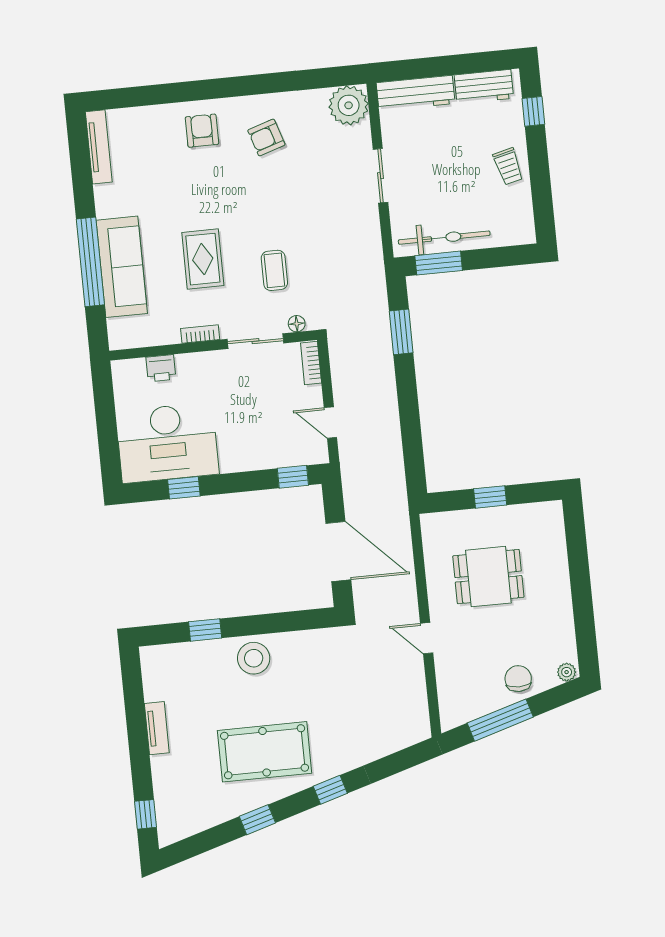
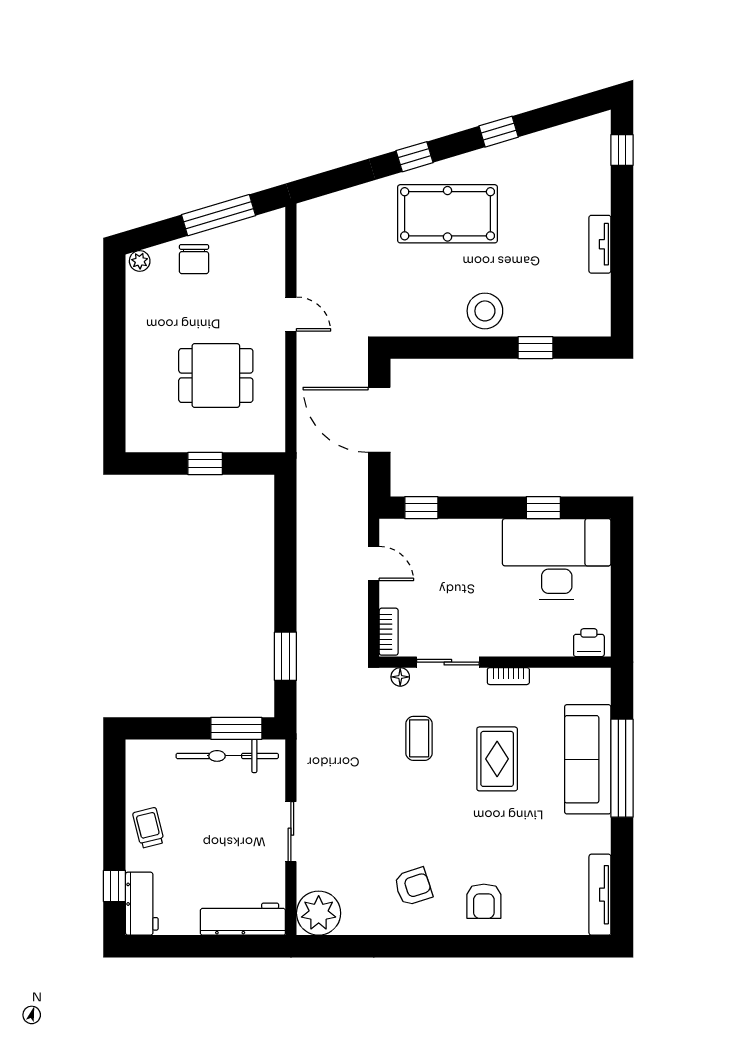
workbench: (484, 87) -> (142, 904), moved, turned 90
printer: (161, 368) -> (589, 643), moved
pool table: (265, 752) -> (448, 214), moved

